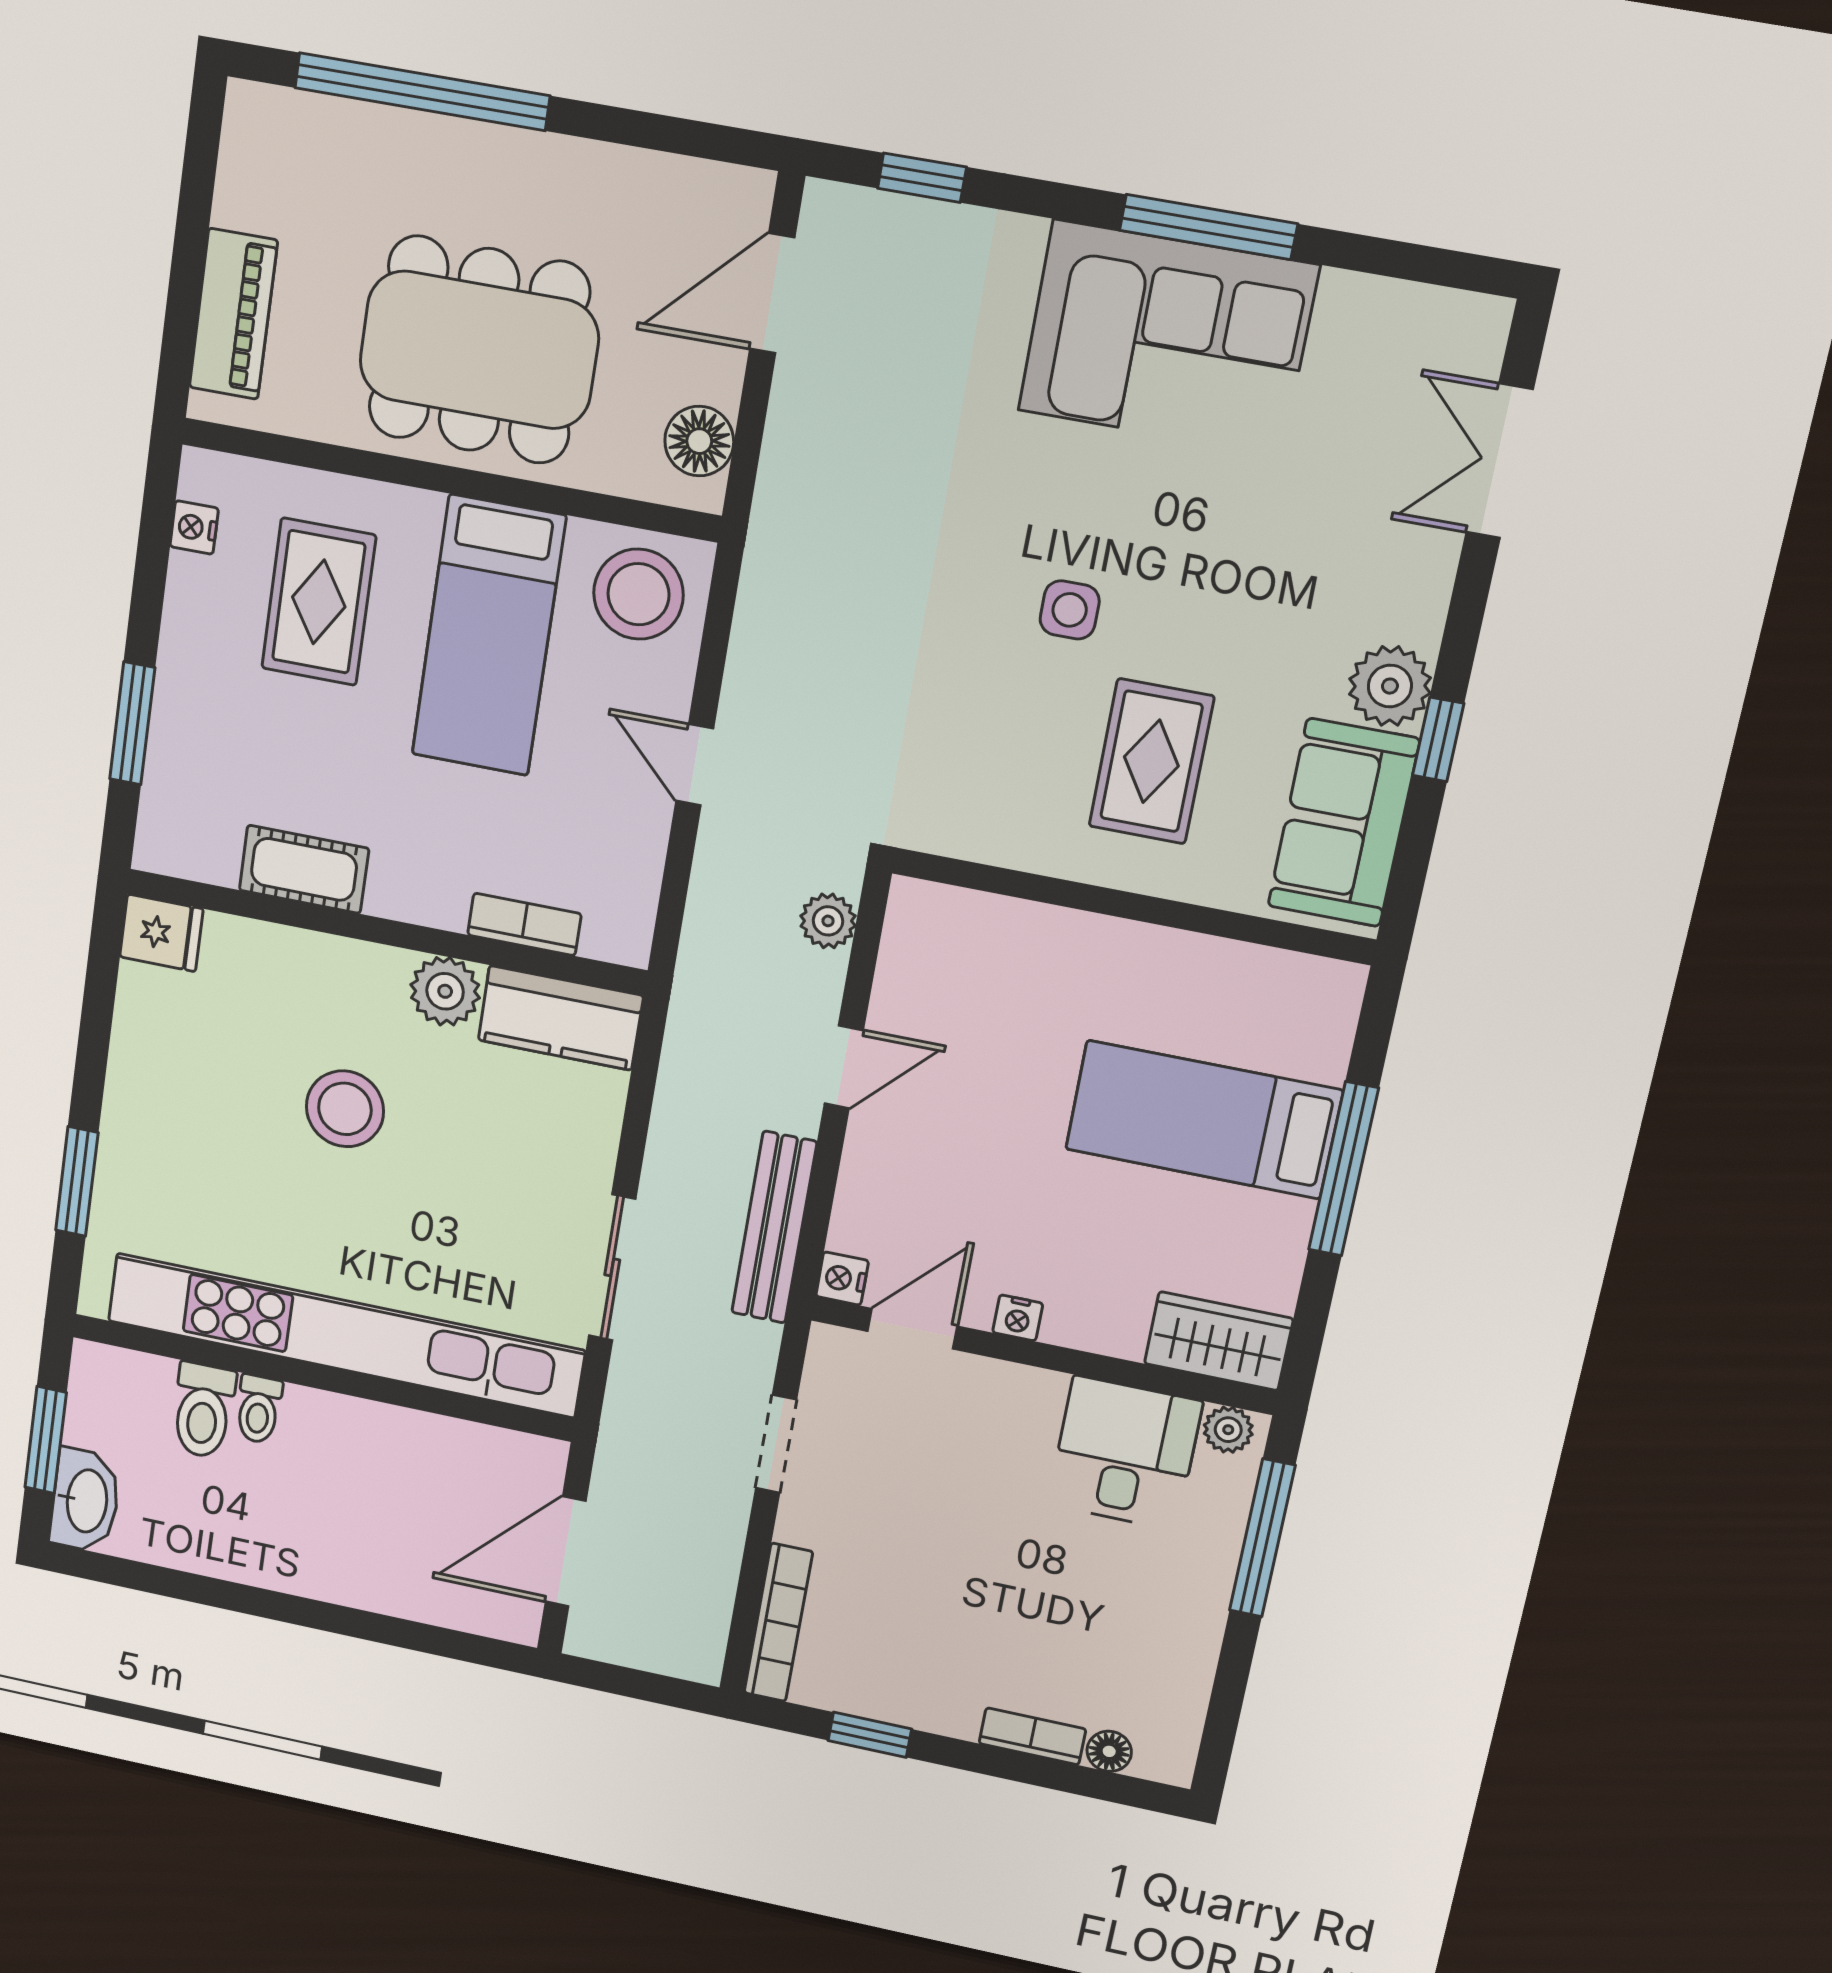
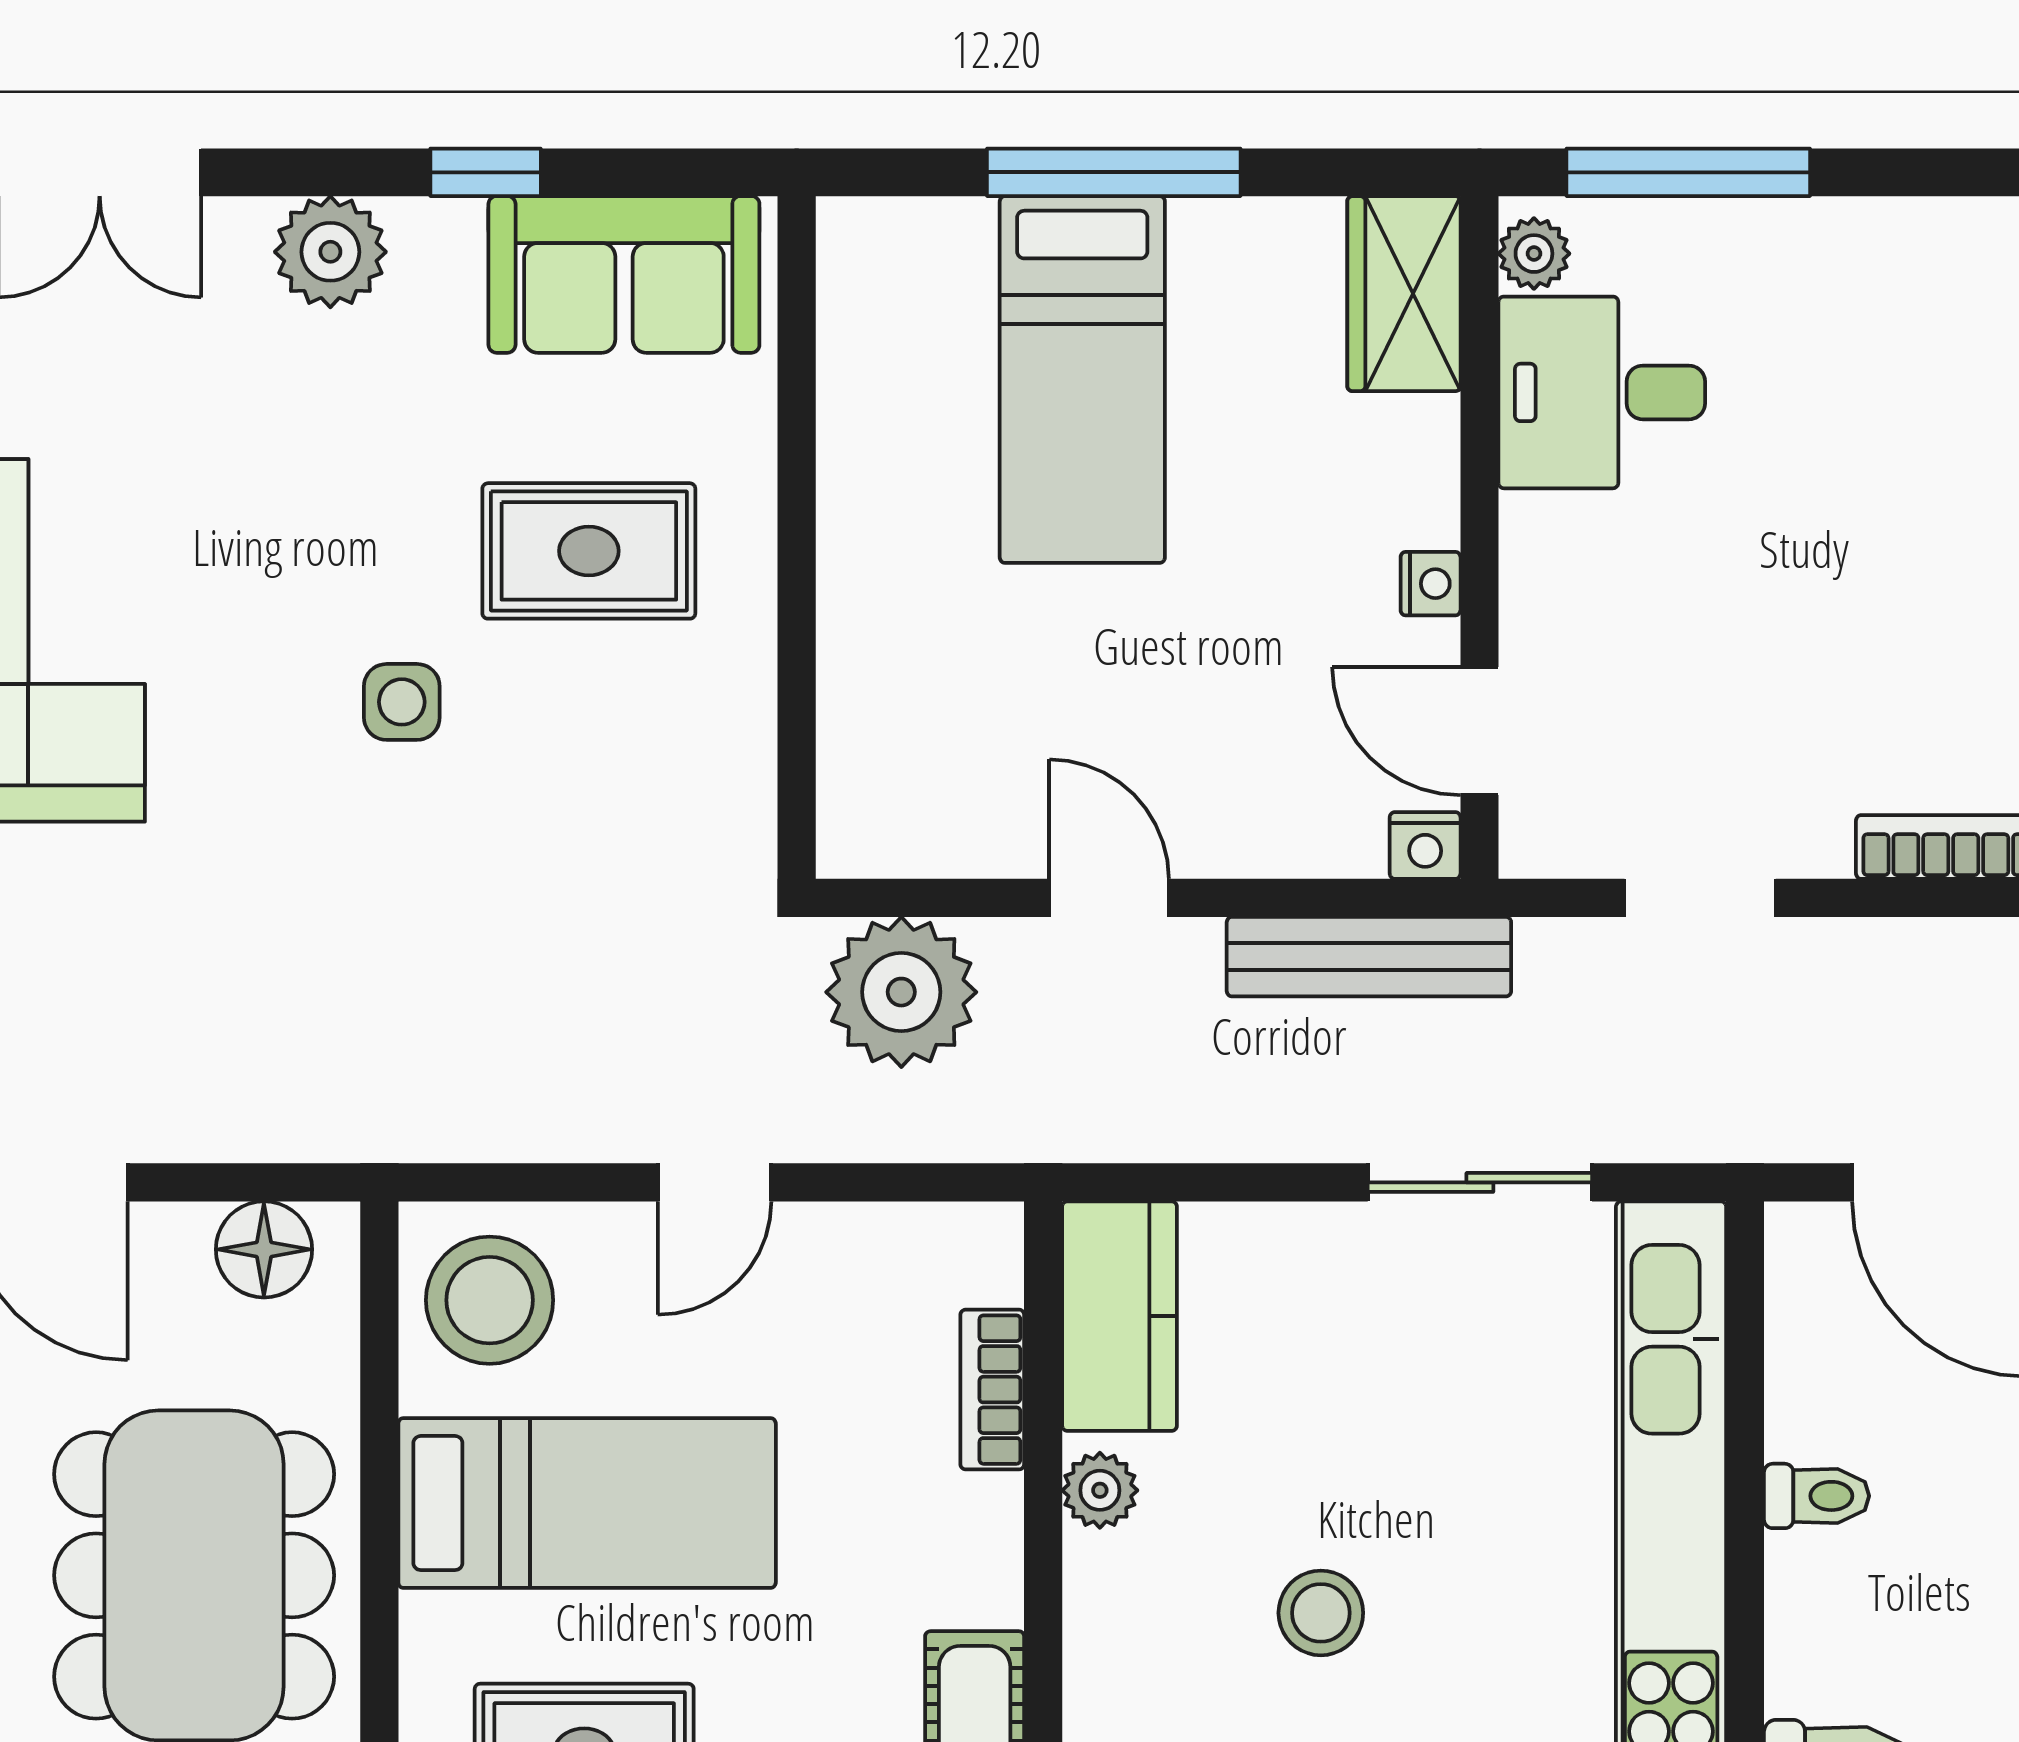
plant: (1390, 686) -> (330, 252), moved
plant: (828, 921) -> (901, 992), width x1.87, depth x1.87
plant: (445, 991) -> (1100, 1490), width x0.73, depth x0.73
stool: (345, 1109) -> (1321, 1613), width x0.73, depth x0.73
toilet: (259, 1409) -> (1817, 1496), moved

